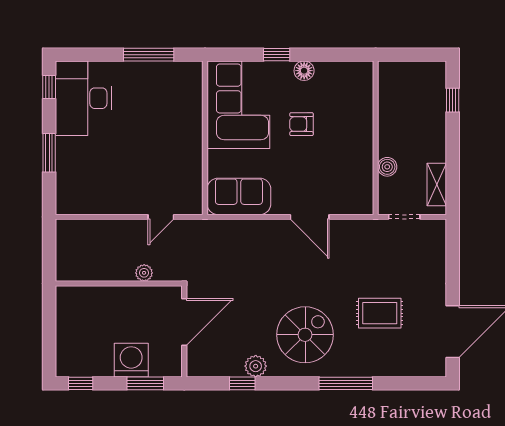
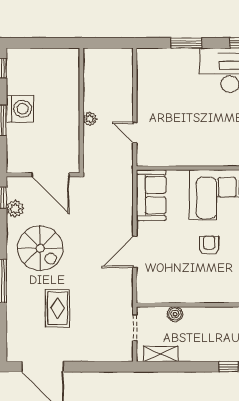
door: (184, 322) -> (50, 175), moved
wall: (184, 331) -> (43, 175), moved

